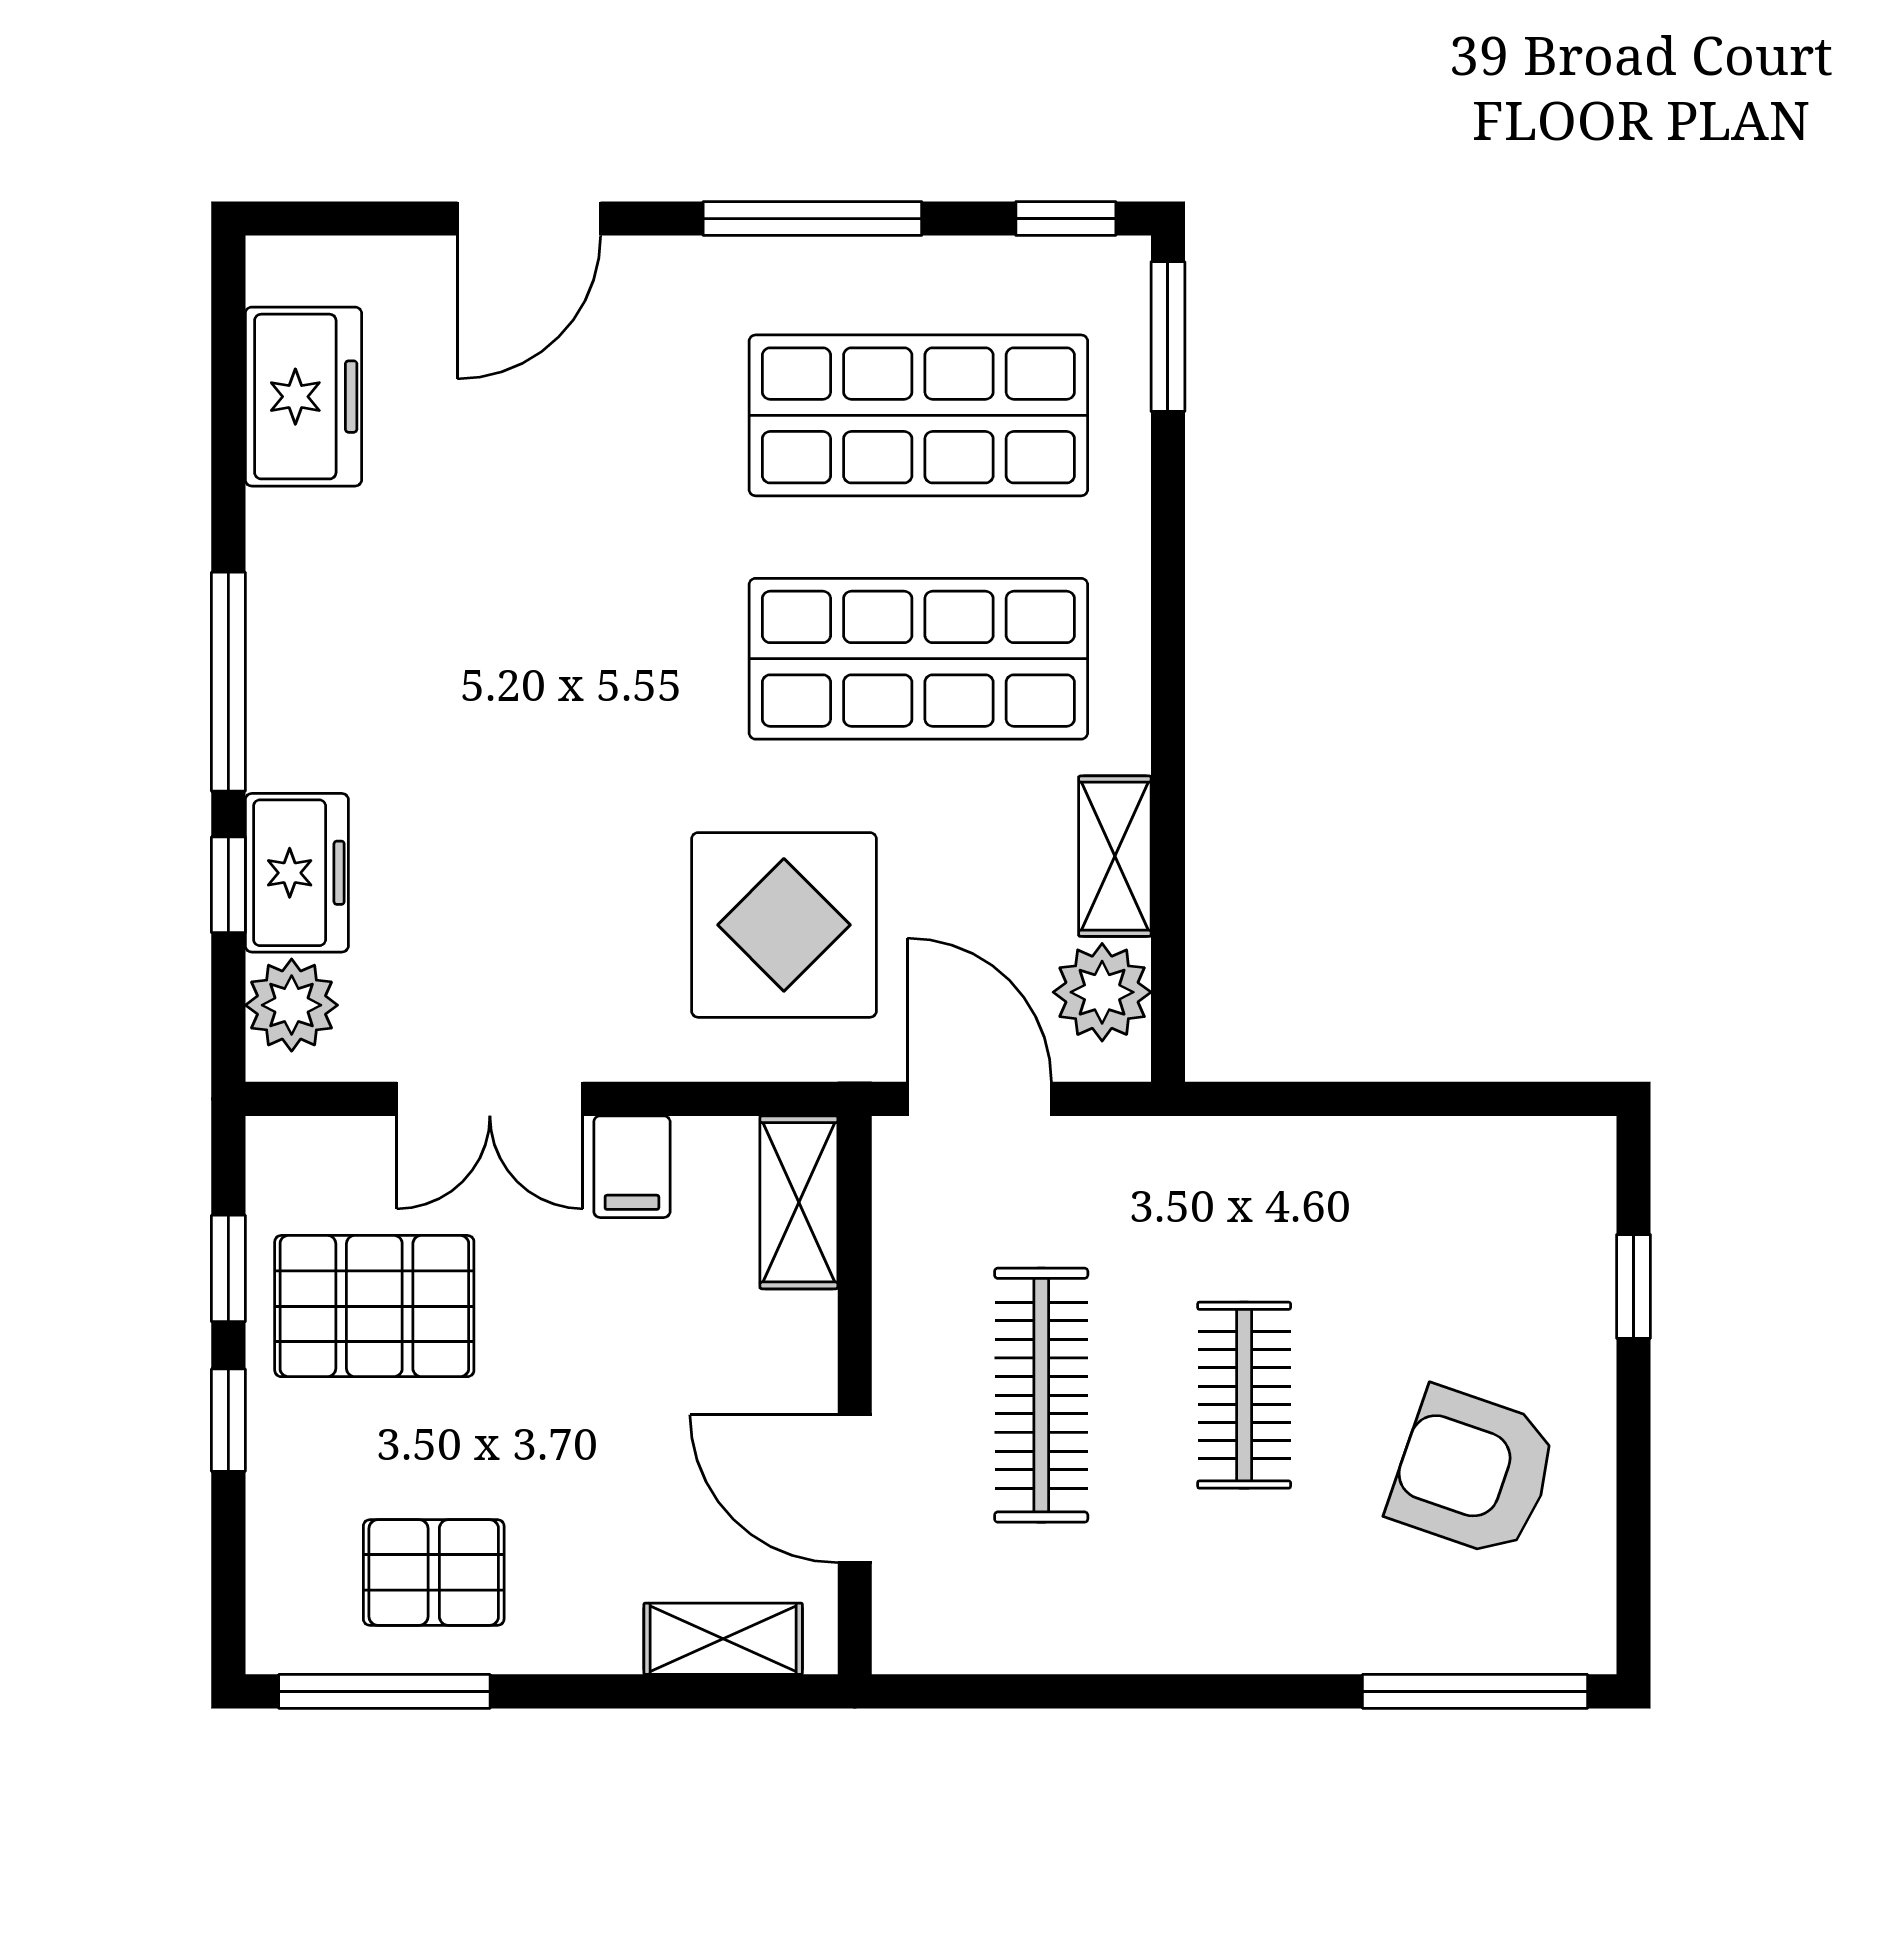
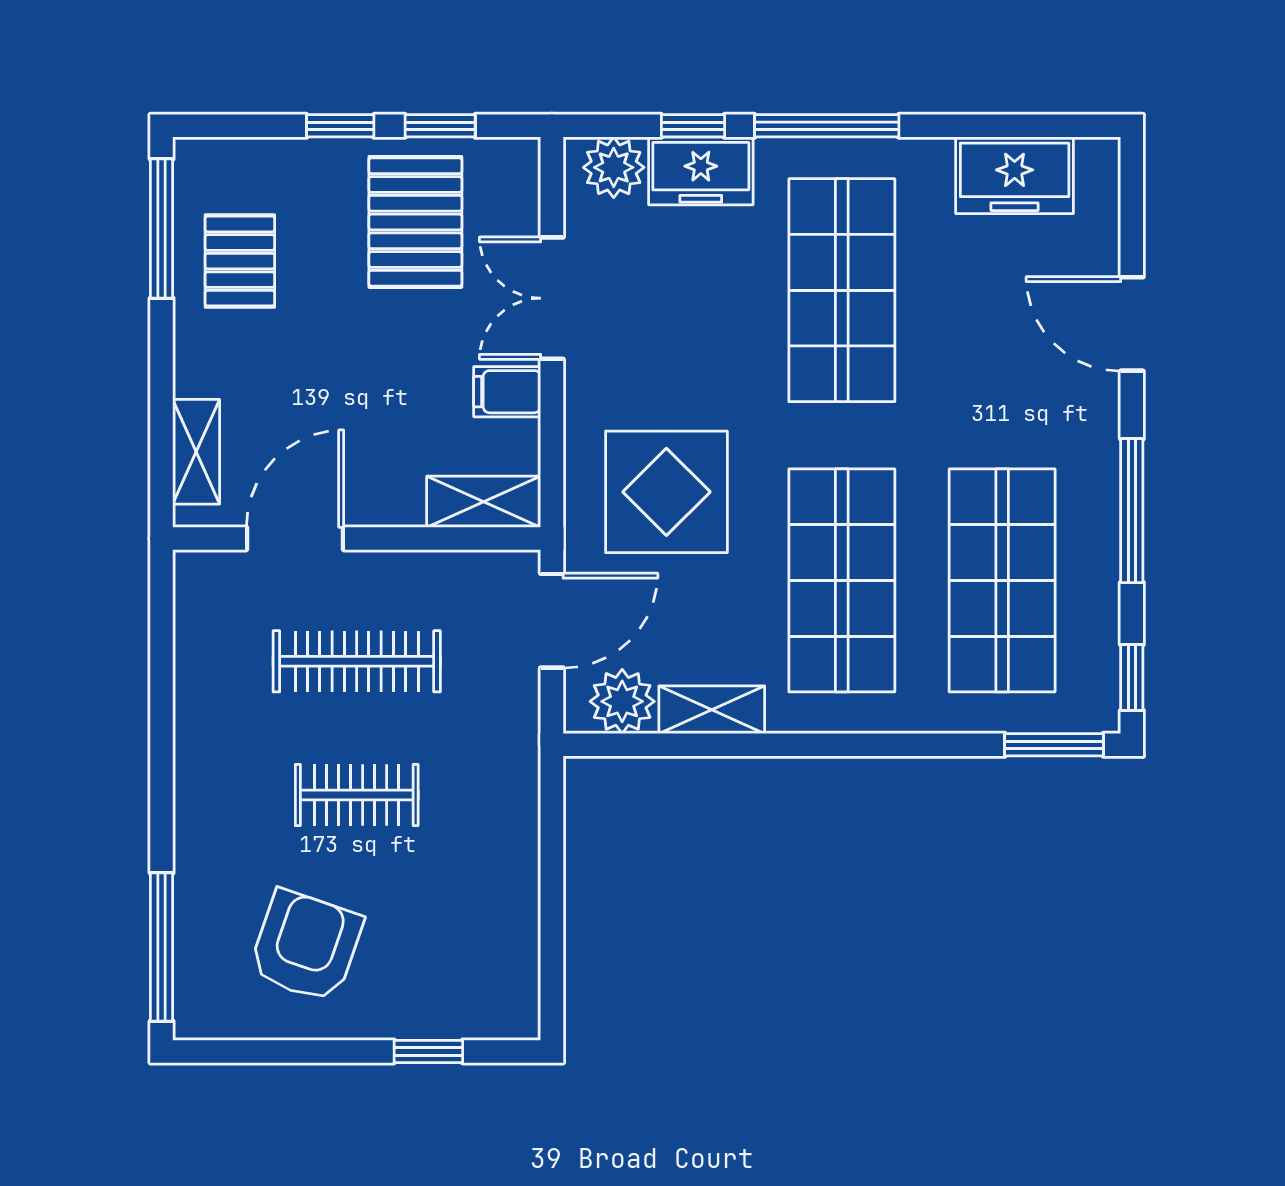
shop shelf: (478, 659) -> (842, 290), added

